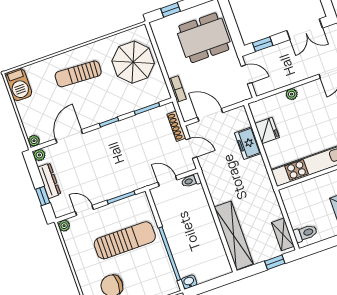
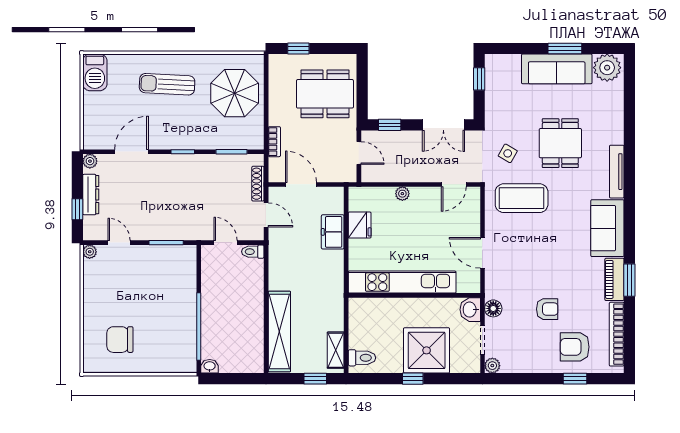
plant: (34, 141) -> (90, 143), removed
sun lounger: (125, 240) -> (153, 293), removed

